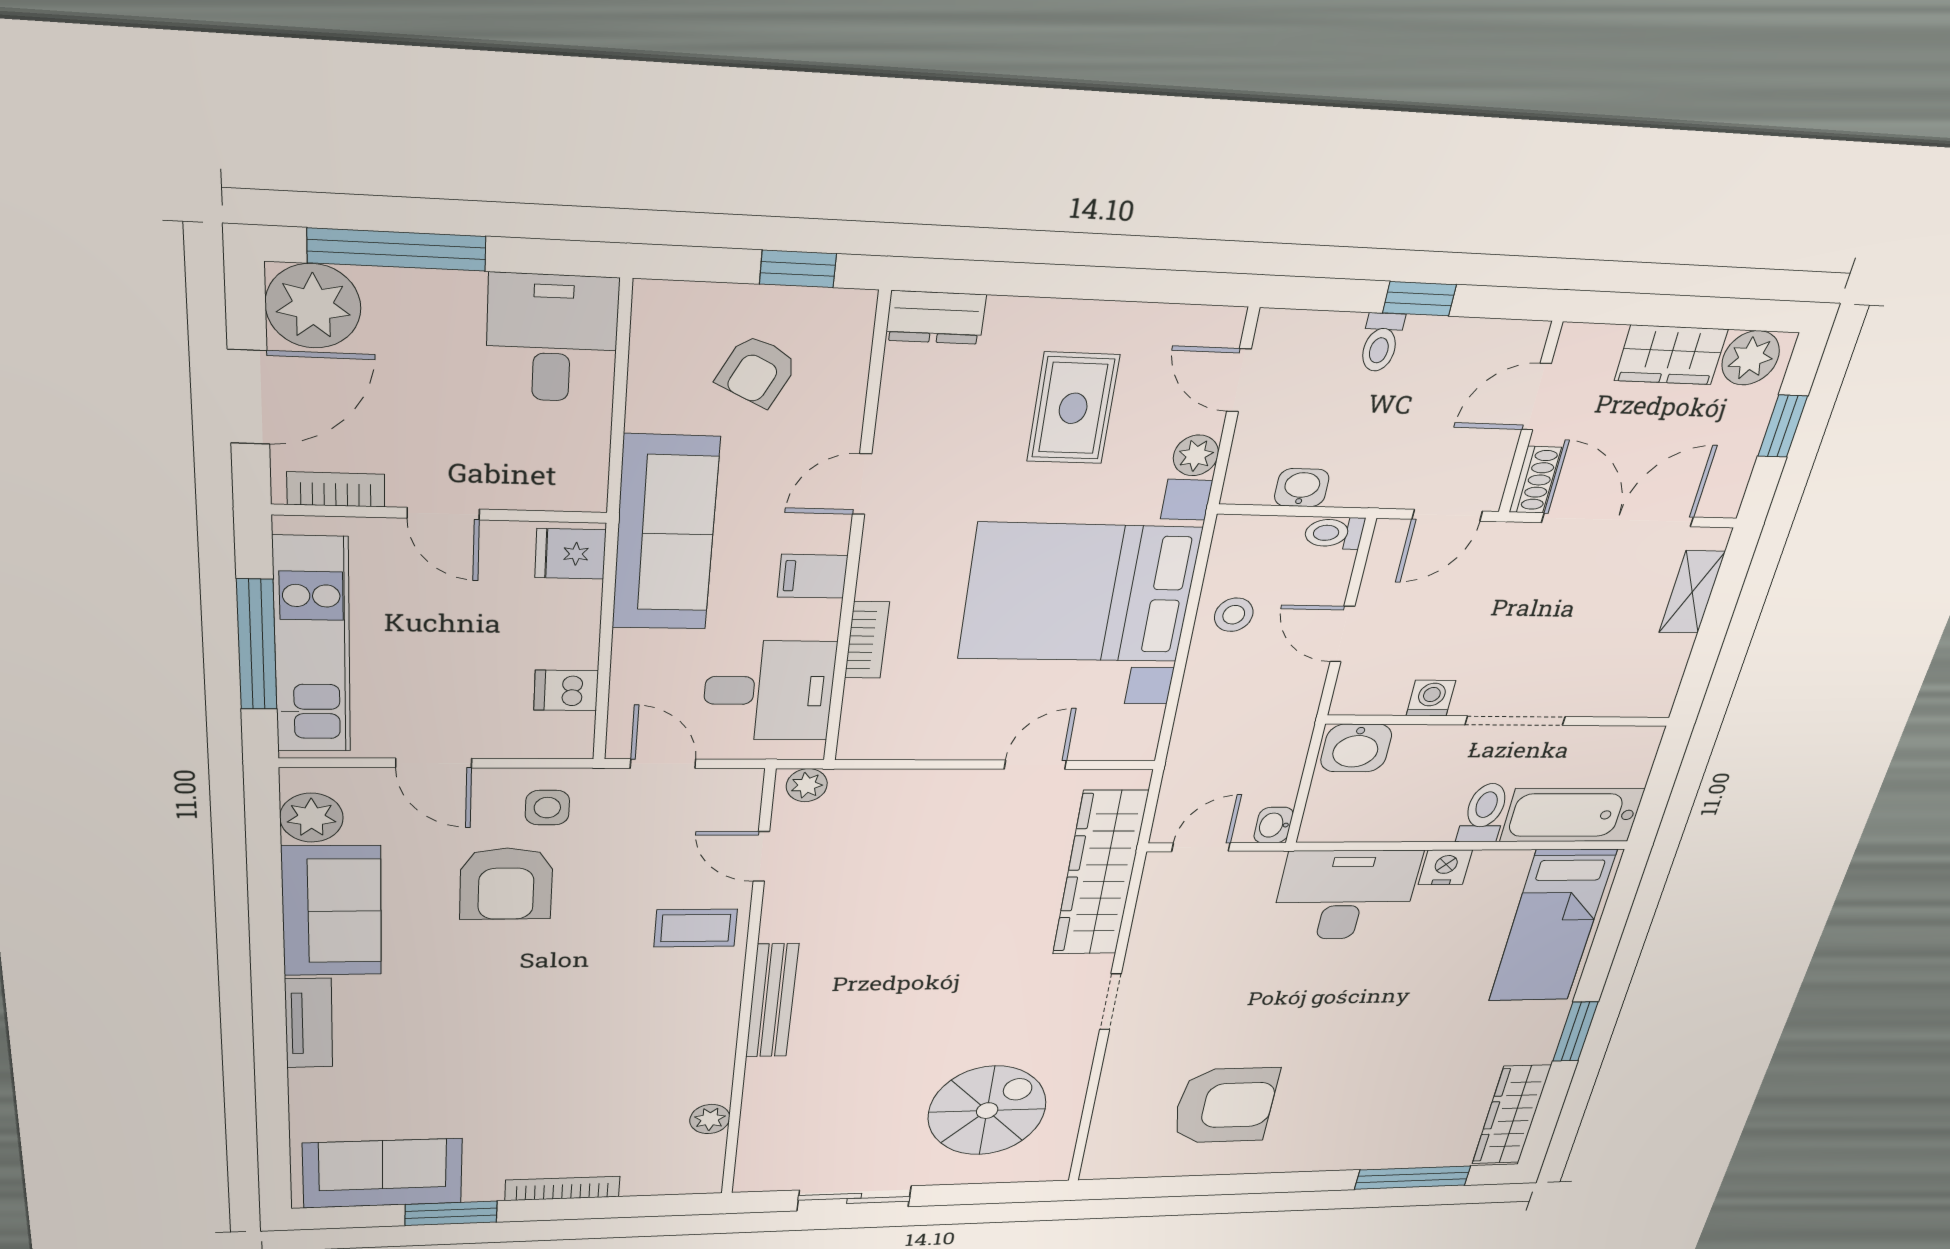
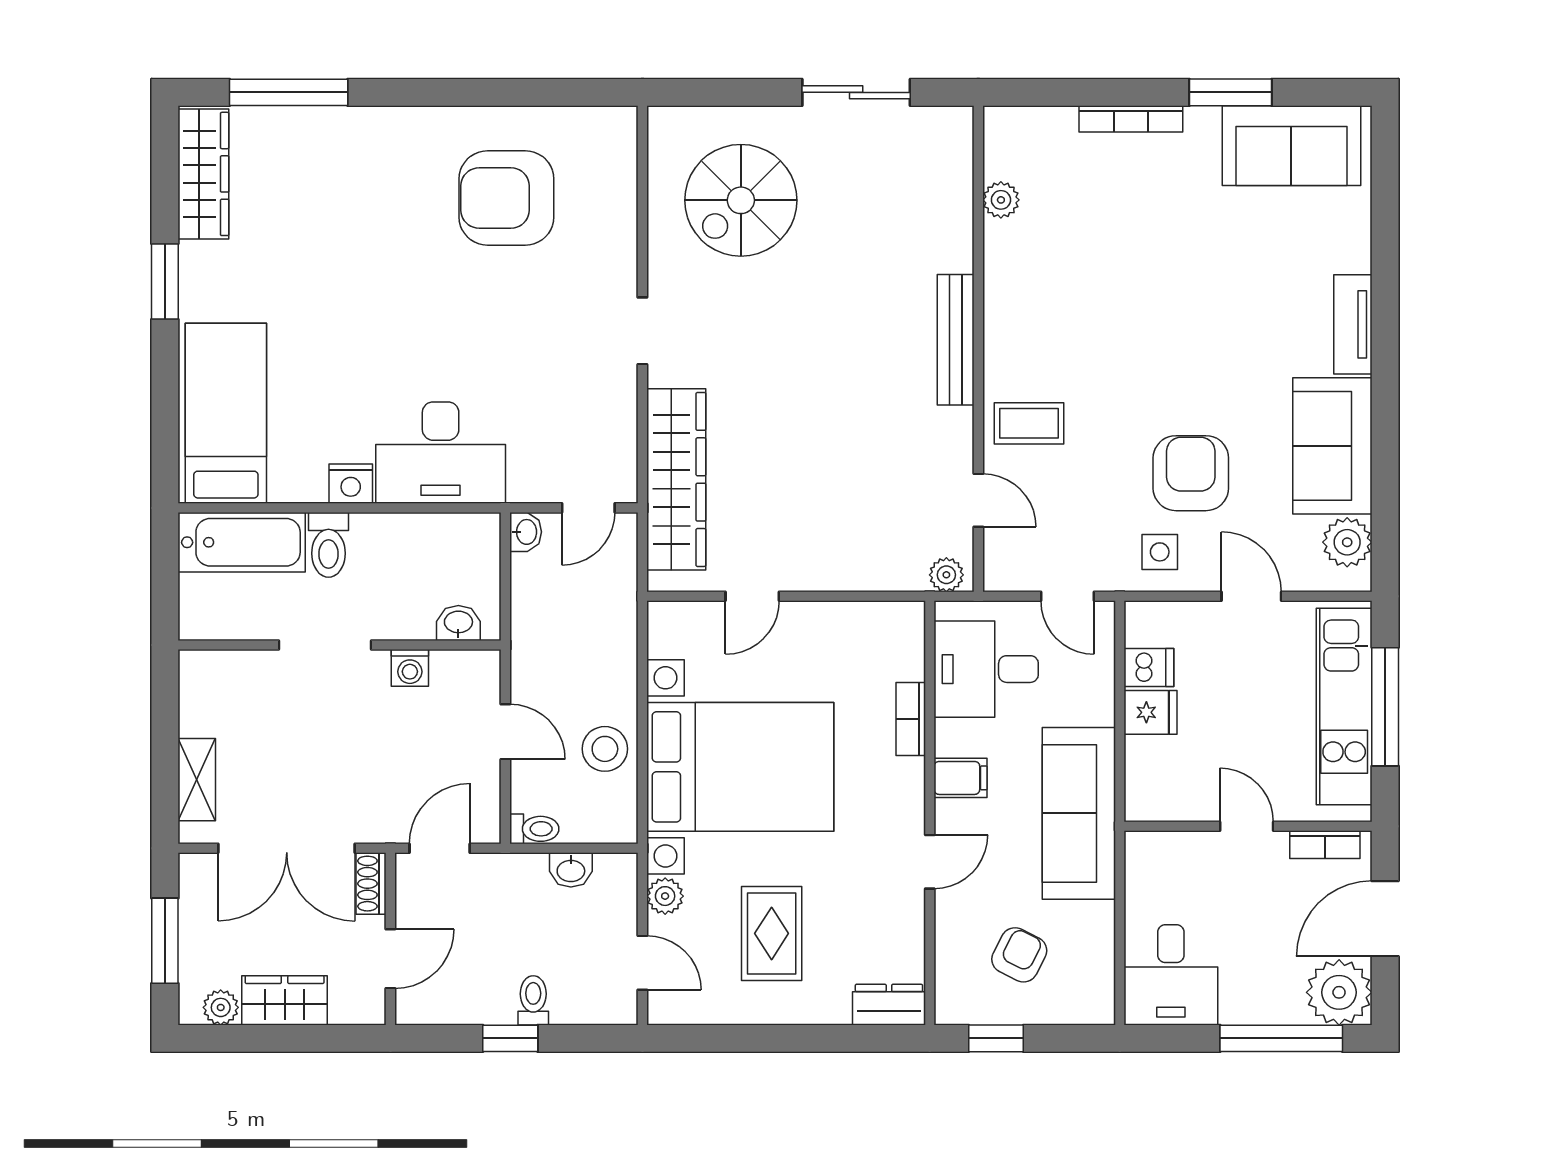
plant: (1751, 358) -> (221, 1007), width x0.73, depth x0.73
window: (1783, 426) -> (165, 941), width x1.50
fridge: (570, 554) -> (1151, 712), moved
stool: (1234, 615) -> (605, 749), width x1.37, depth x1.37
washbasin: (1356, 748) -> (458, 623), width x0.72, depth x0.69

